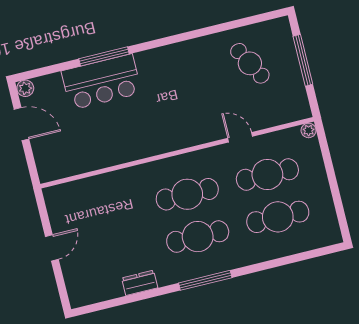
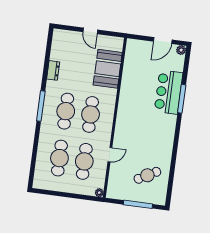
booth: (102, 195) -> (108, 69), added

